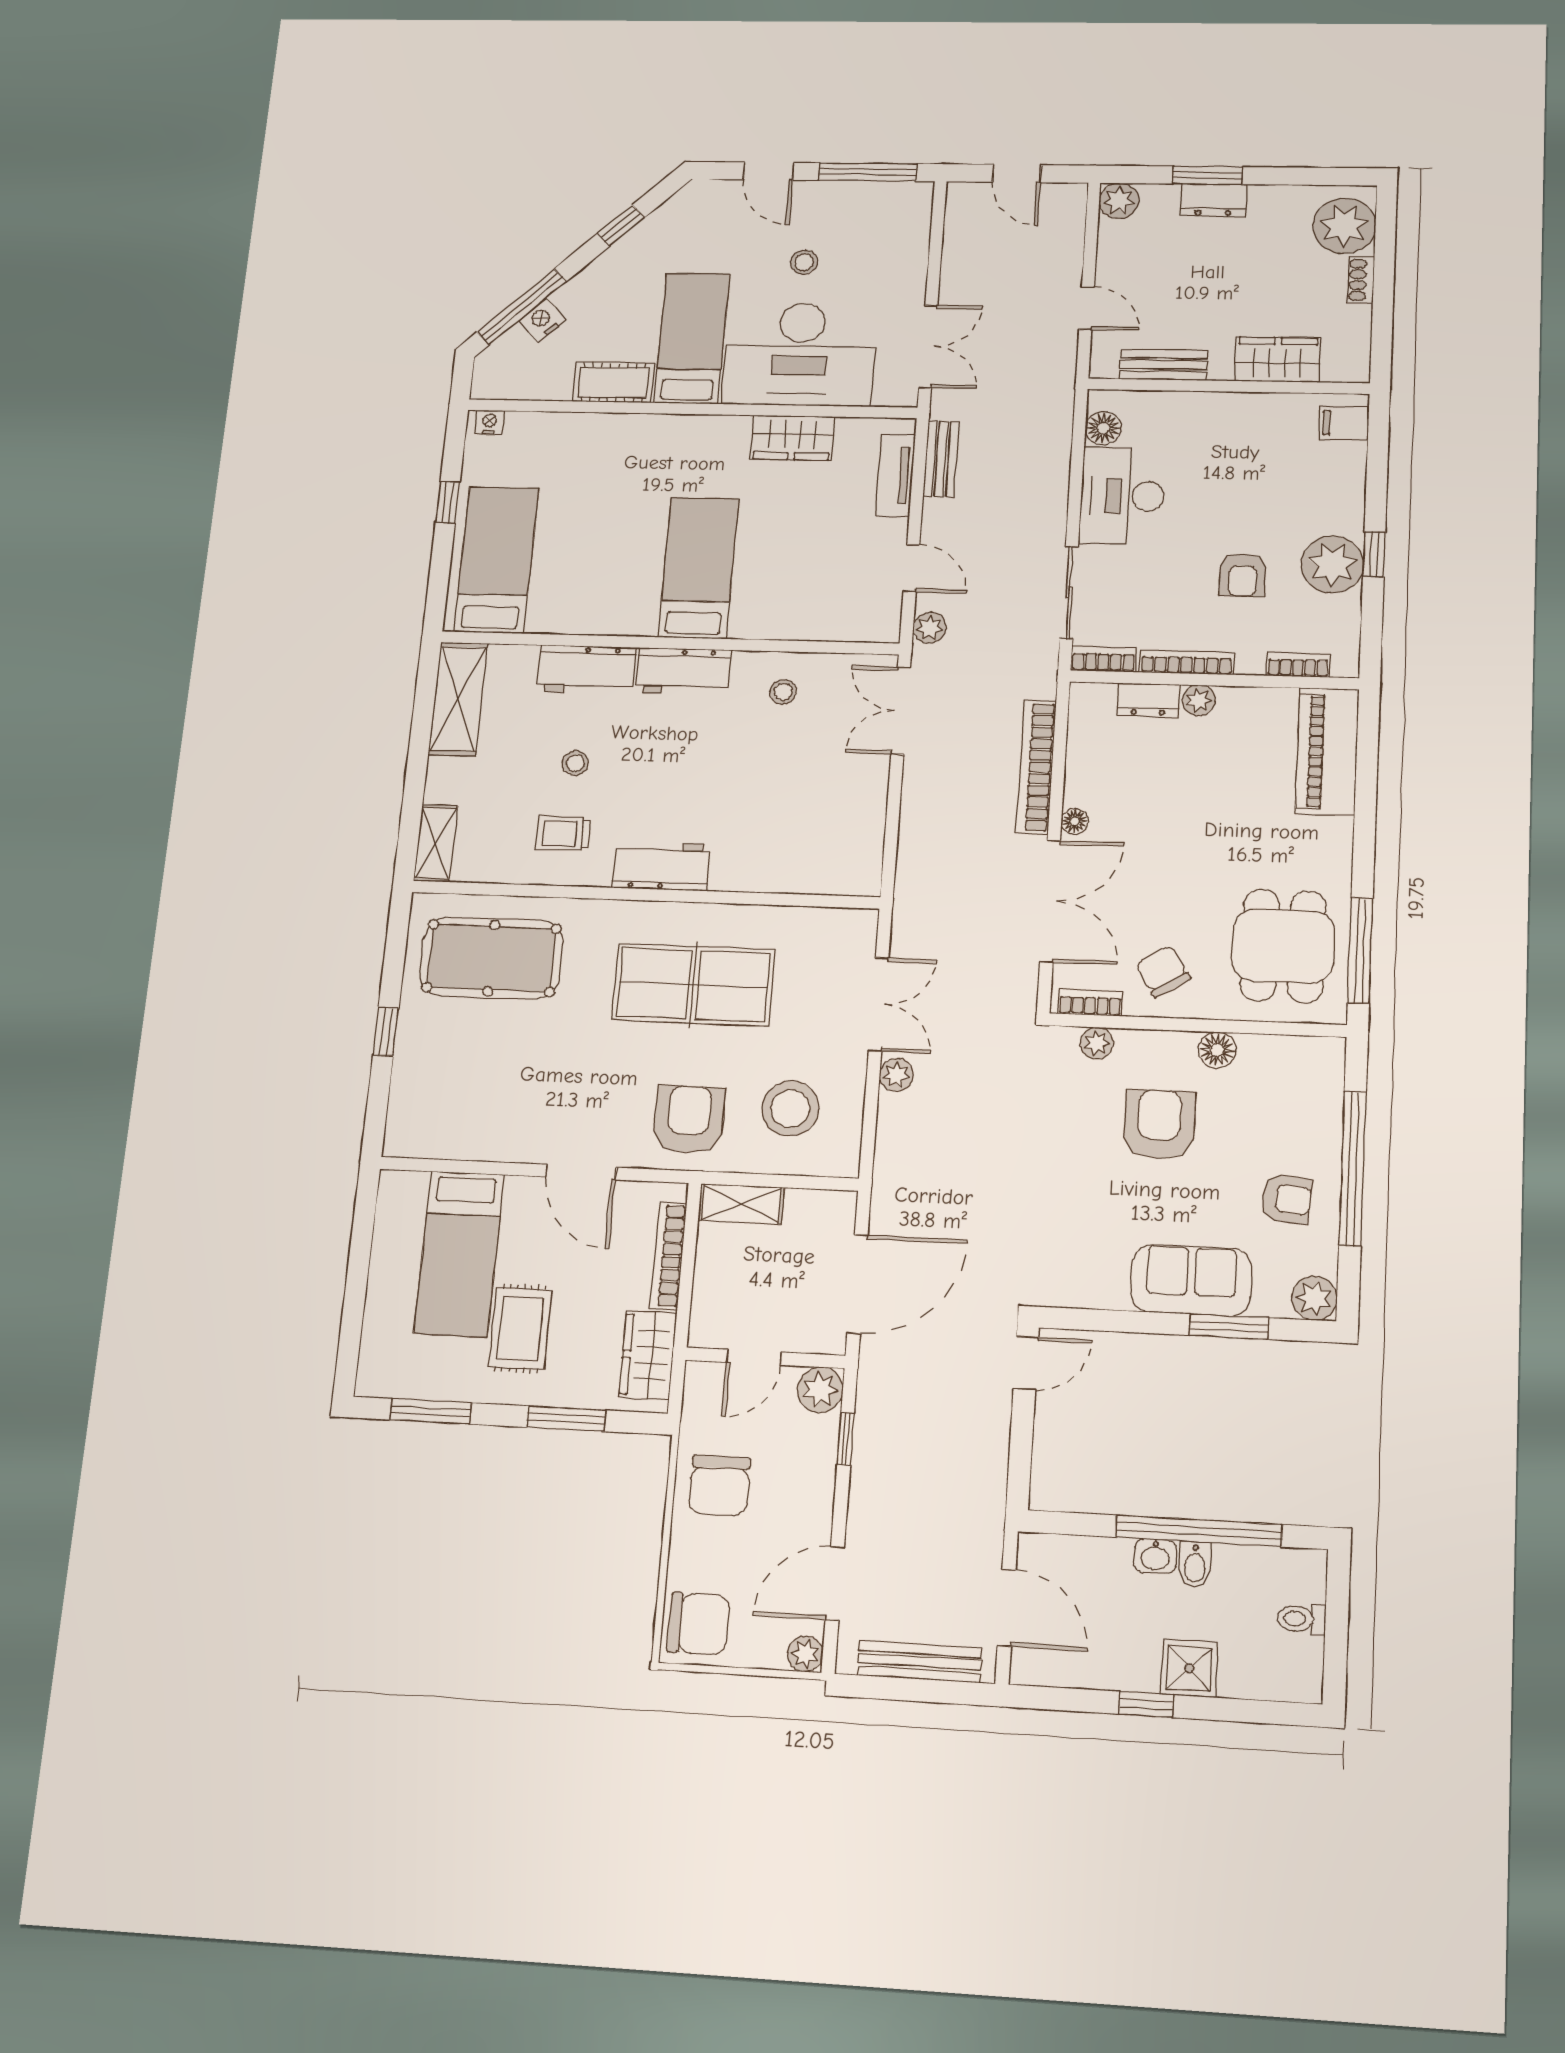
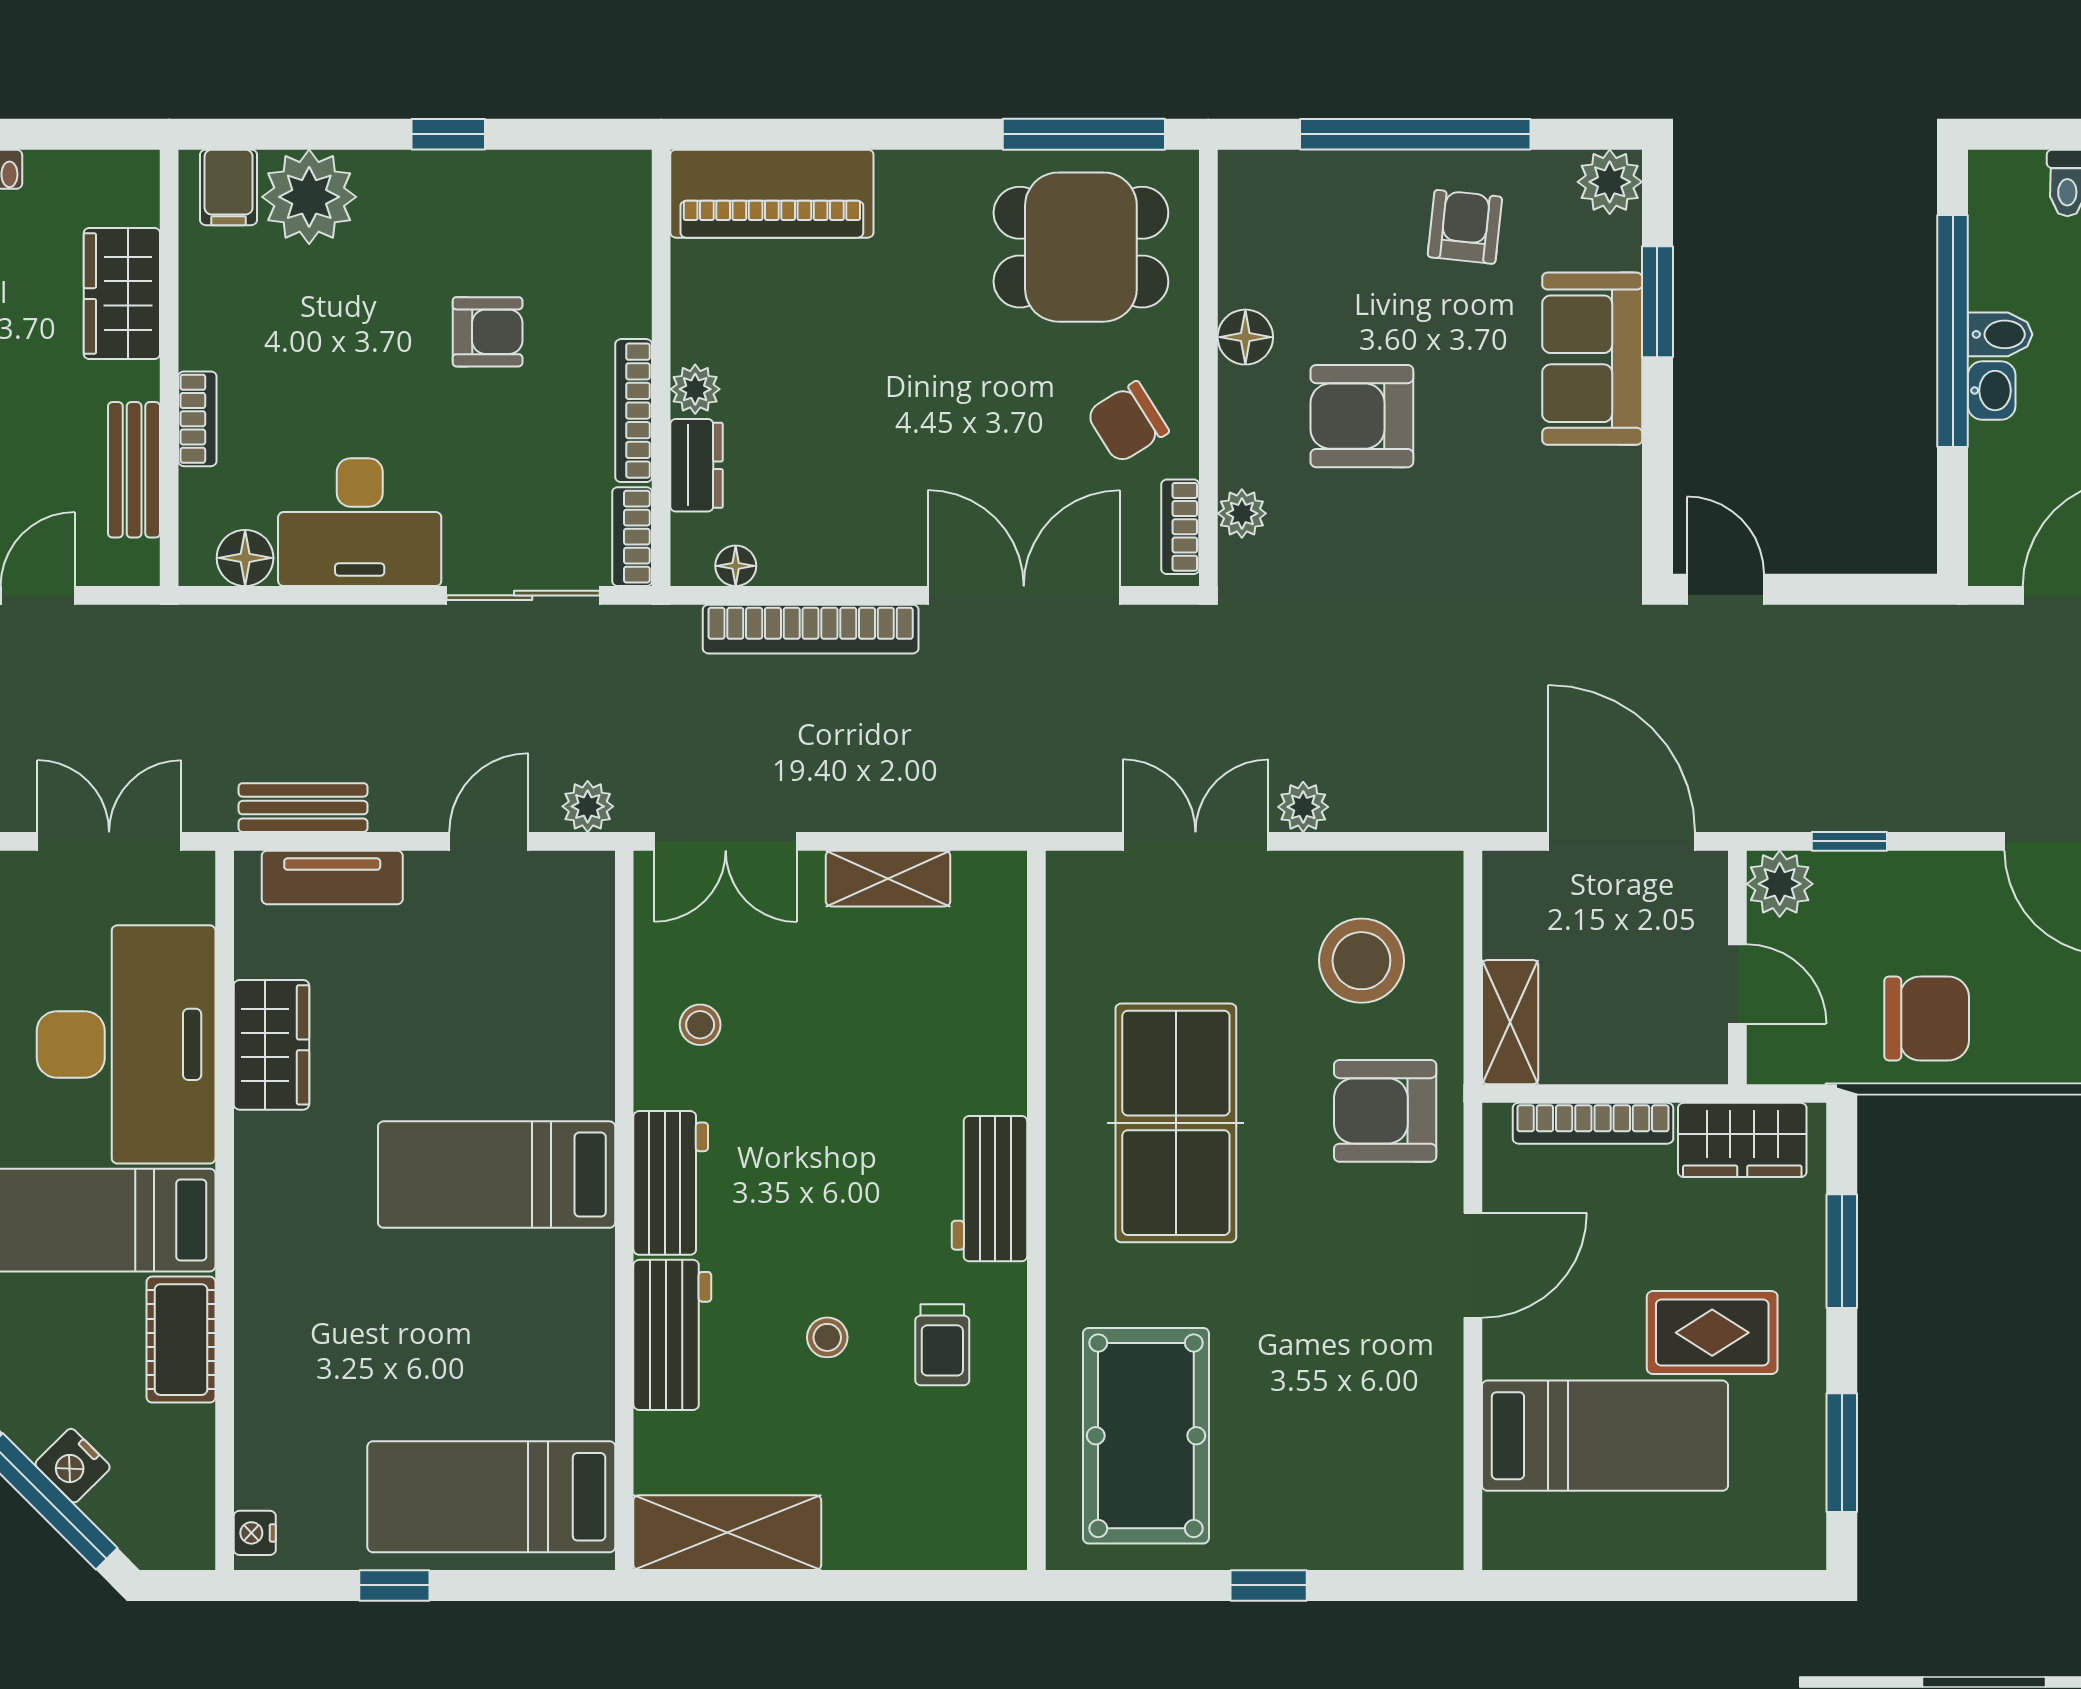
plant: (1332, 564) -> (309, 197), moved
bookcase: (1298, 665) -> (197, 419), moved, turned 180
floor lamp: (1075, 821) -> (736, 566), moved
shelving: (436, 843) -> (888, 879), moved

